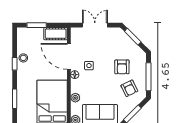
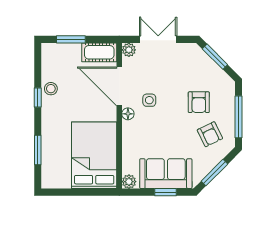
plant: (75, 98) -> (129, 50), moved

